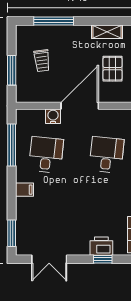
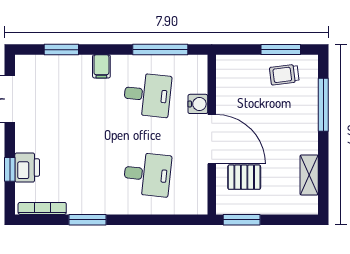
trolley: (42, 61) -> (284, 75), moved
pallet: (113, 69) -> (244, 177), moved
window: (12, 70) -> (281, 50), moved
window: (12, 233) -> (61, 50), moved

